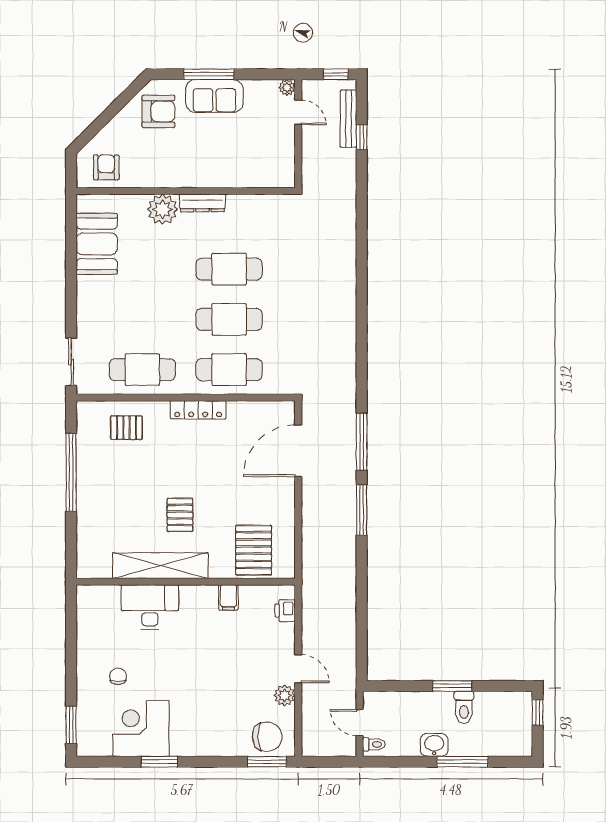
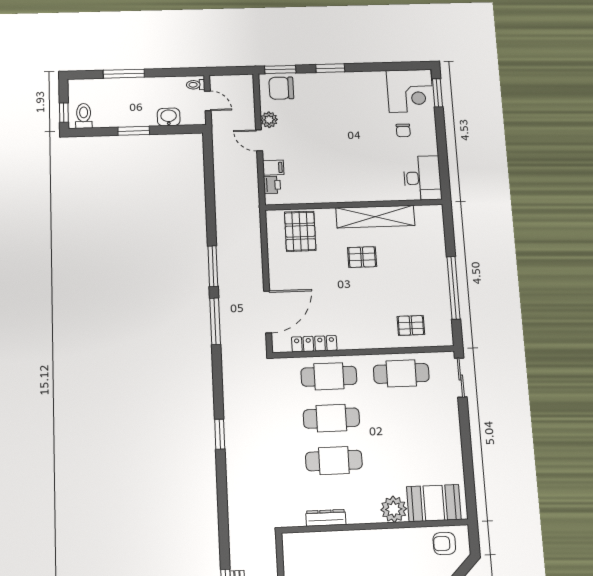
armchair: (106, 167) -> (444, 543), turned 90
dresser: (203, 203) -> (326, 518), moved
booth: (97, 244) -> (434, 503), moved, turned 90
window: (362, 306) -> (220, 434), added
locker: (198, 410) -> (314, 344), moved
pallet: (180, 515) -> (362, 257), turned 90
filing cabinet: (228, 597) -> (273, 168), moved, turned 90
desk: (150, 607) -> (422, 178), moved, turned -90
toilet: (464, 707) -> (84, 116), moved
corner desk: (141, 728) -> (410, 91), moved
washbasin: (434, 745) -> (169, 117), moved, turned 180
window: (159, 762) -> (330, 68), moved

